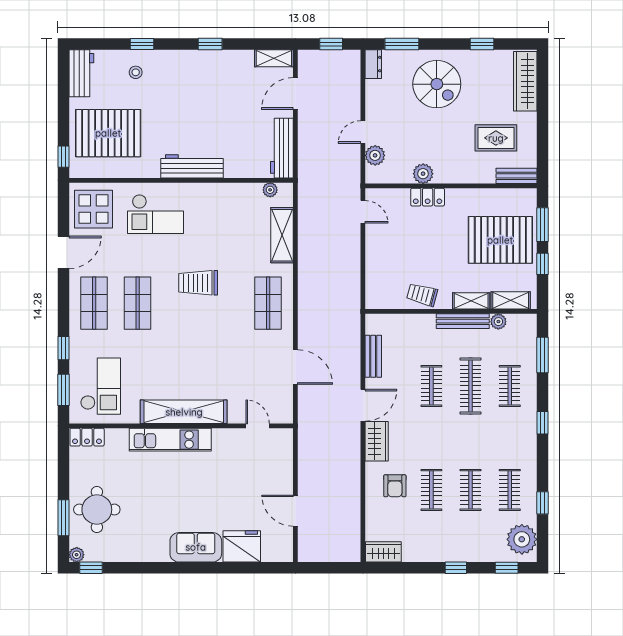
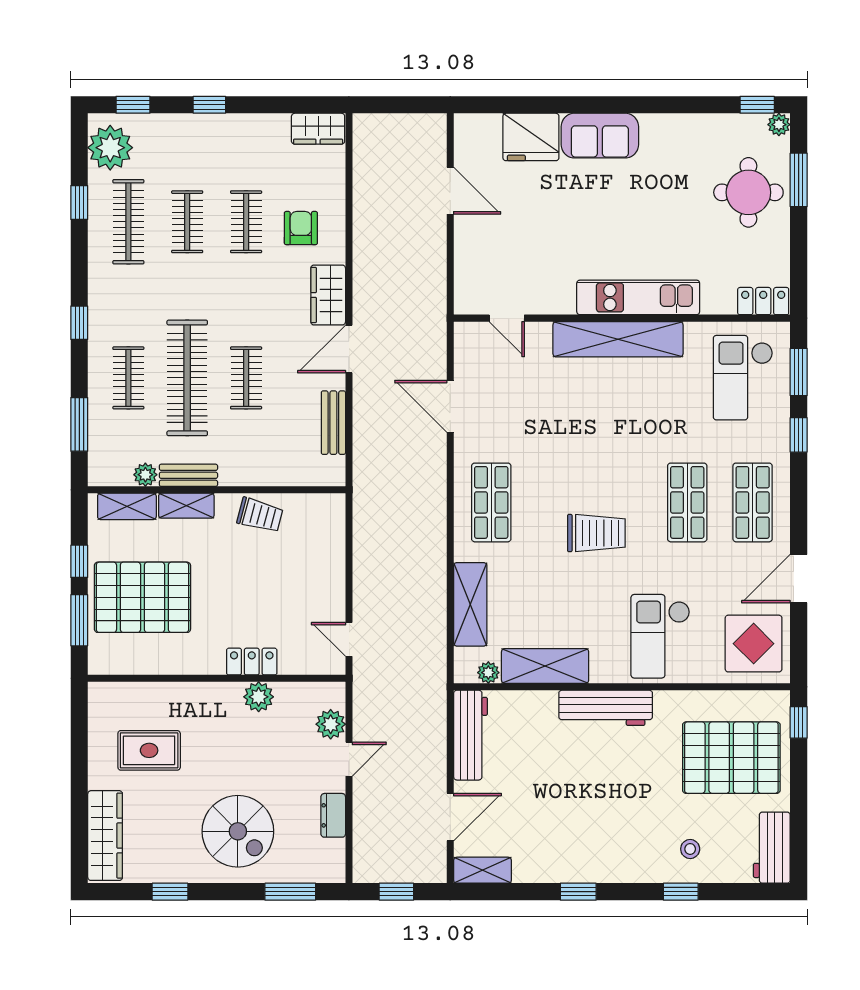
dresser: (373, 64) -> (333, 815), moved
spiral stairs: (437, 84) -> (238, 831), turned 180
bench: (516, 176) -> (118, 693), removed
shelving: (232, 194) -> (545, 666), added
checkout: (156, 214) -> (660, 636), turned -90
bench: (463, 321) -> (188, 475), width x0.73
clothes rail: (471, 386) -> (187, 378), width x1.37, depth x1.31
clothes rail: (510, 490) -> (128, 222), width x1.36

